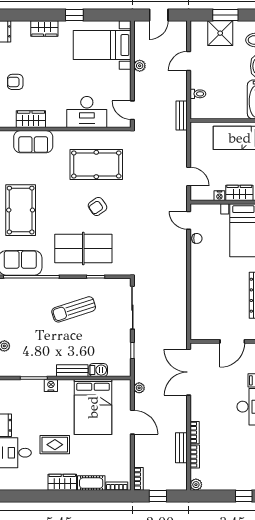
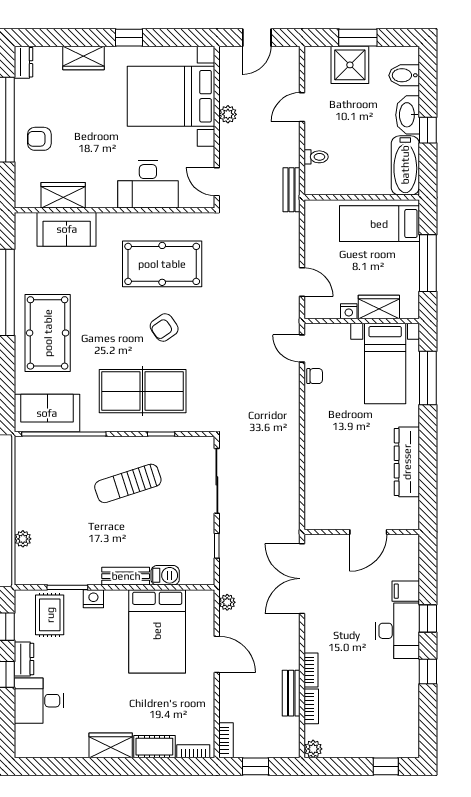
bed with nightstands: (102, 45) -> (171, 96), width x1.36
rug: (55, 445) -> (50, 615), moved, turned 90

